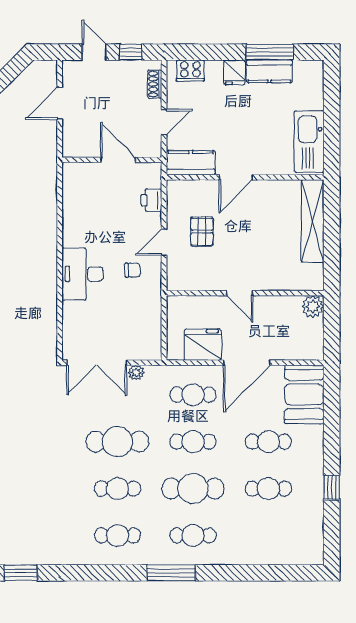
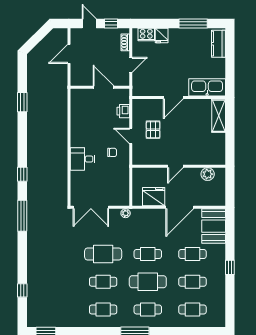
kitchen counter: (269, 71) -> (218, 44), moved, turned 90
fridge: (234, 72) -> (162, 35), moved
kitchen sink: (309, 142) -> (207, 87), moved, turned 90
kitchen counter: (191, 163) -> (146, 89), removed
shelving: (313, 221) -> (219, 116), width x0.68
door: (164, 242) -> (131, 136), hinge flipped
desk: (83, 274) -> (82, 159), width x0.73
door: (240, 293) -> (175, 166), hinge flipped
plant: (313, 307) -> (208, 174), moved
plant: (136, 373) -> (126, 213), moved
cafe table: (193, 395) -> (192, 310), moved
window: (332, 488) -> (230, 267), moved

